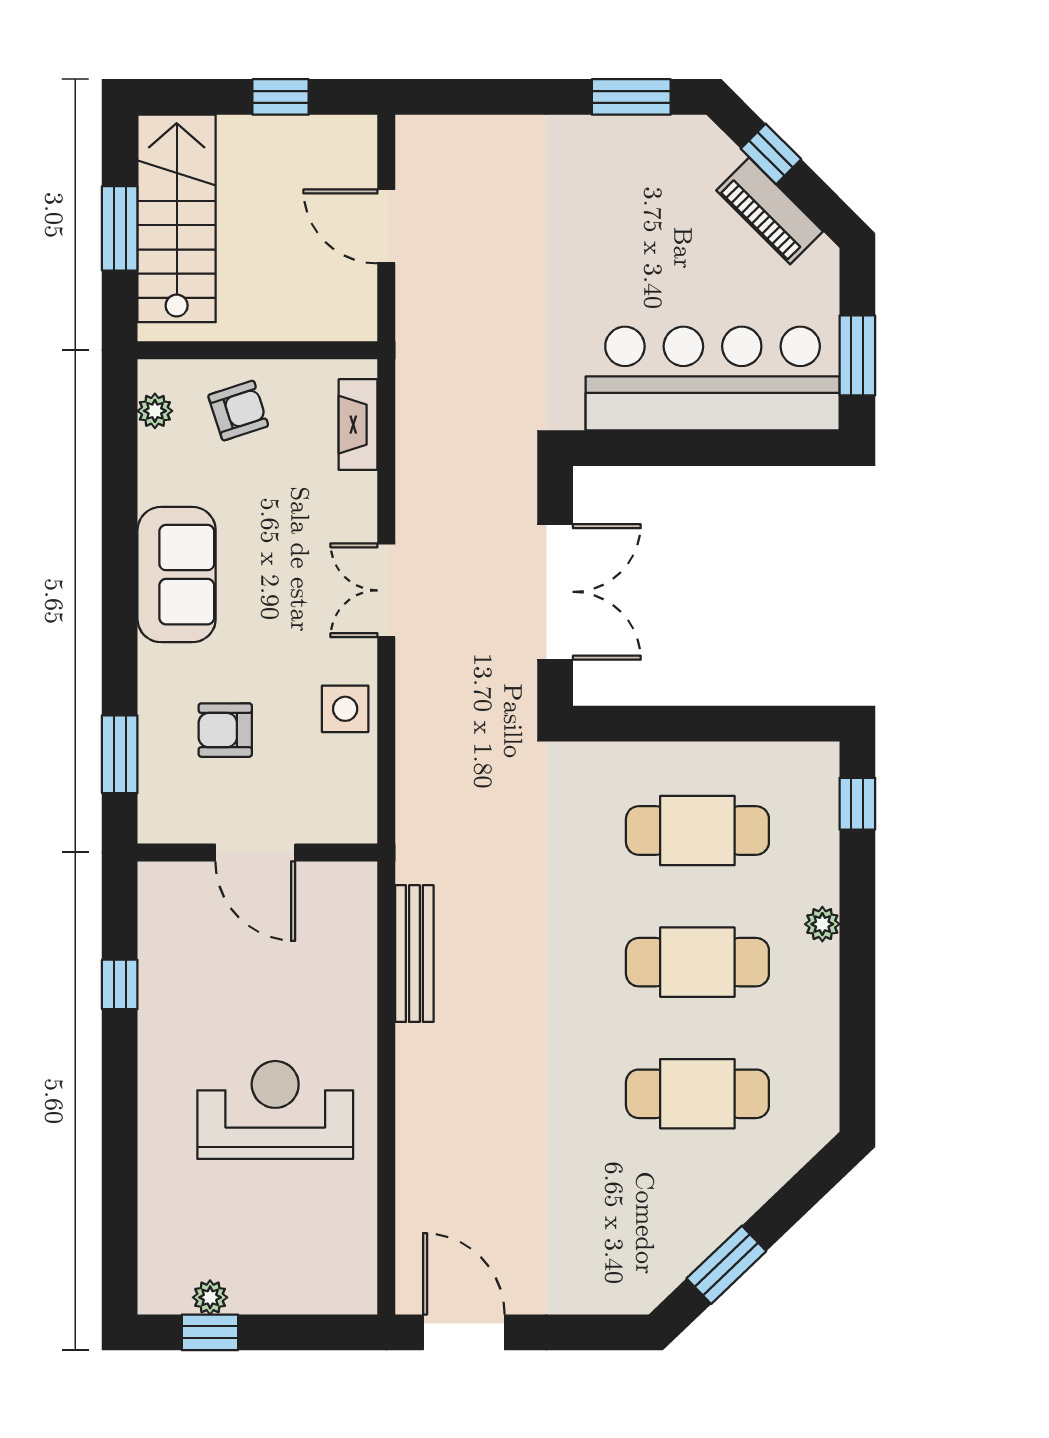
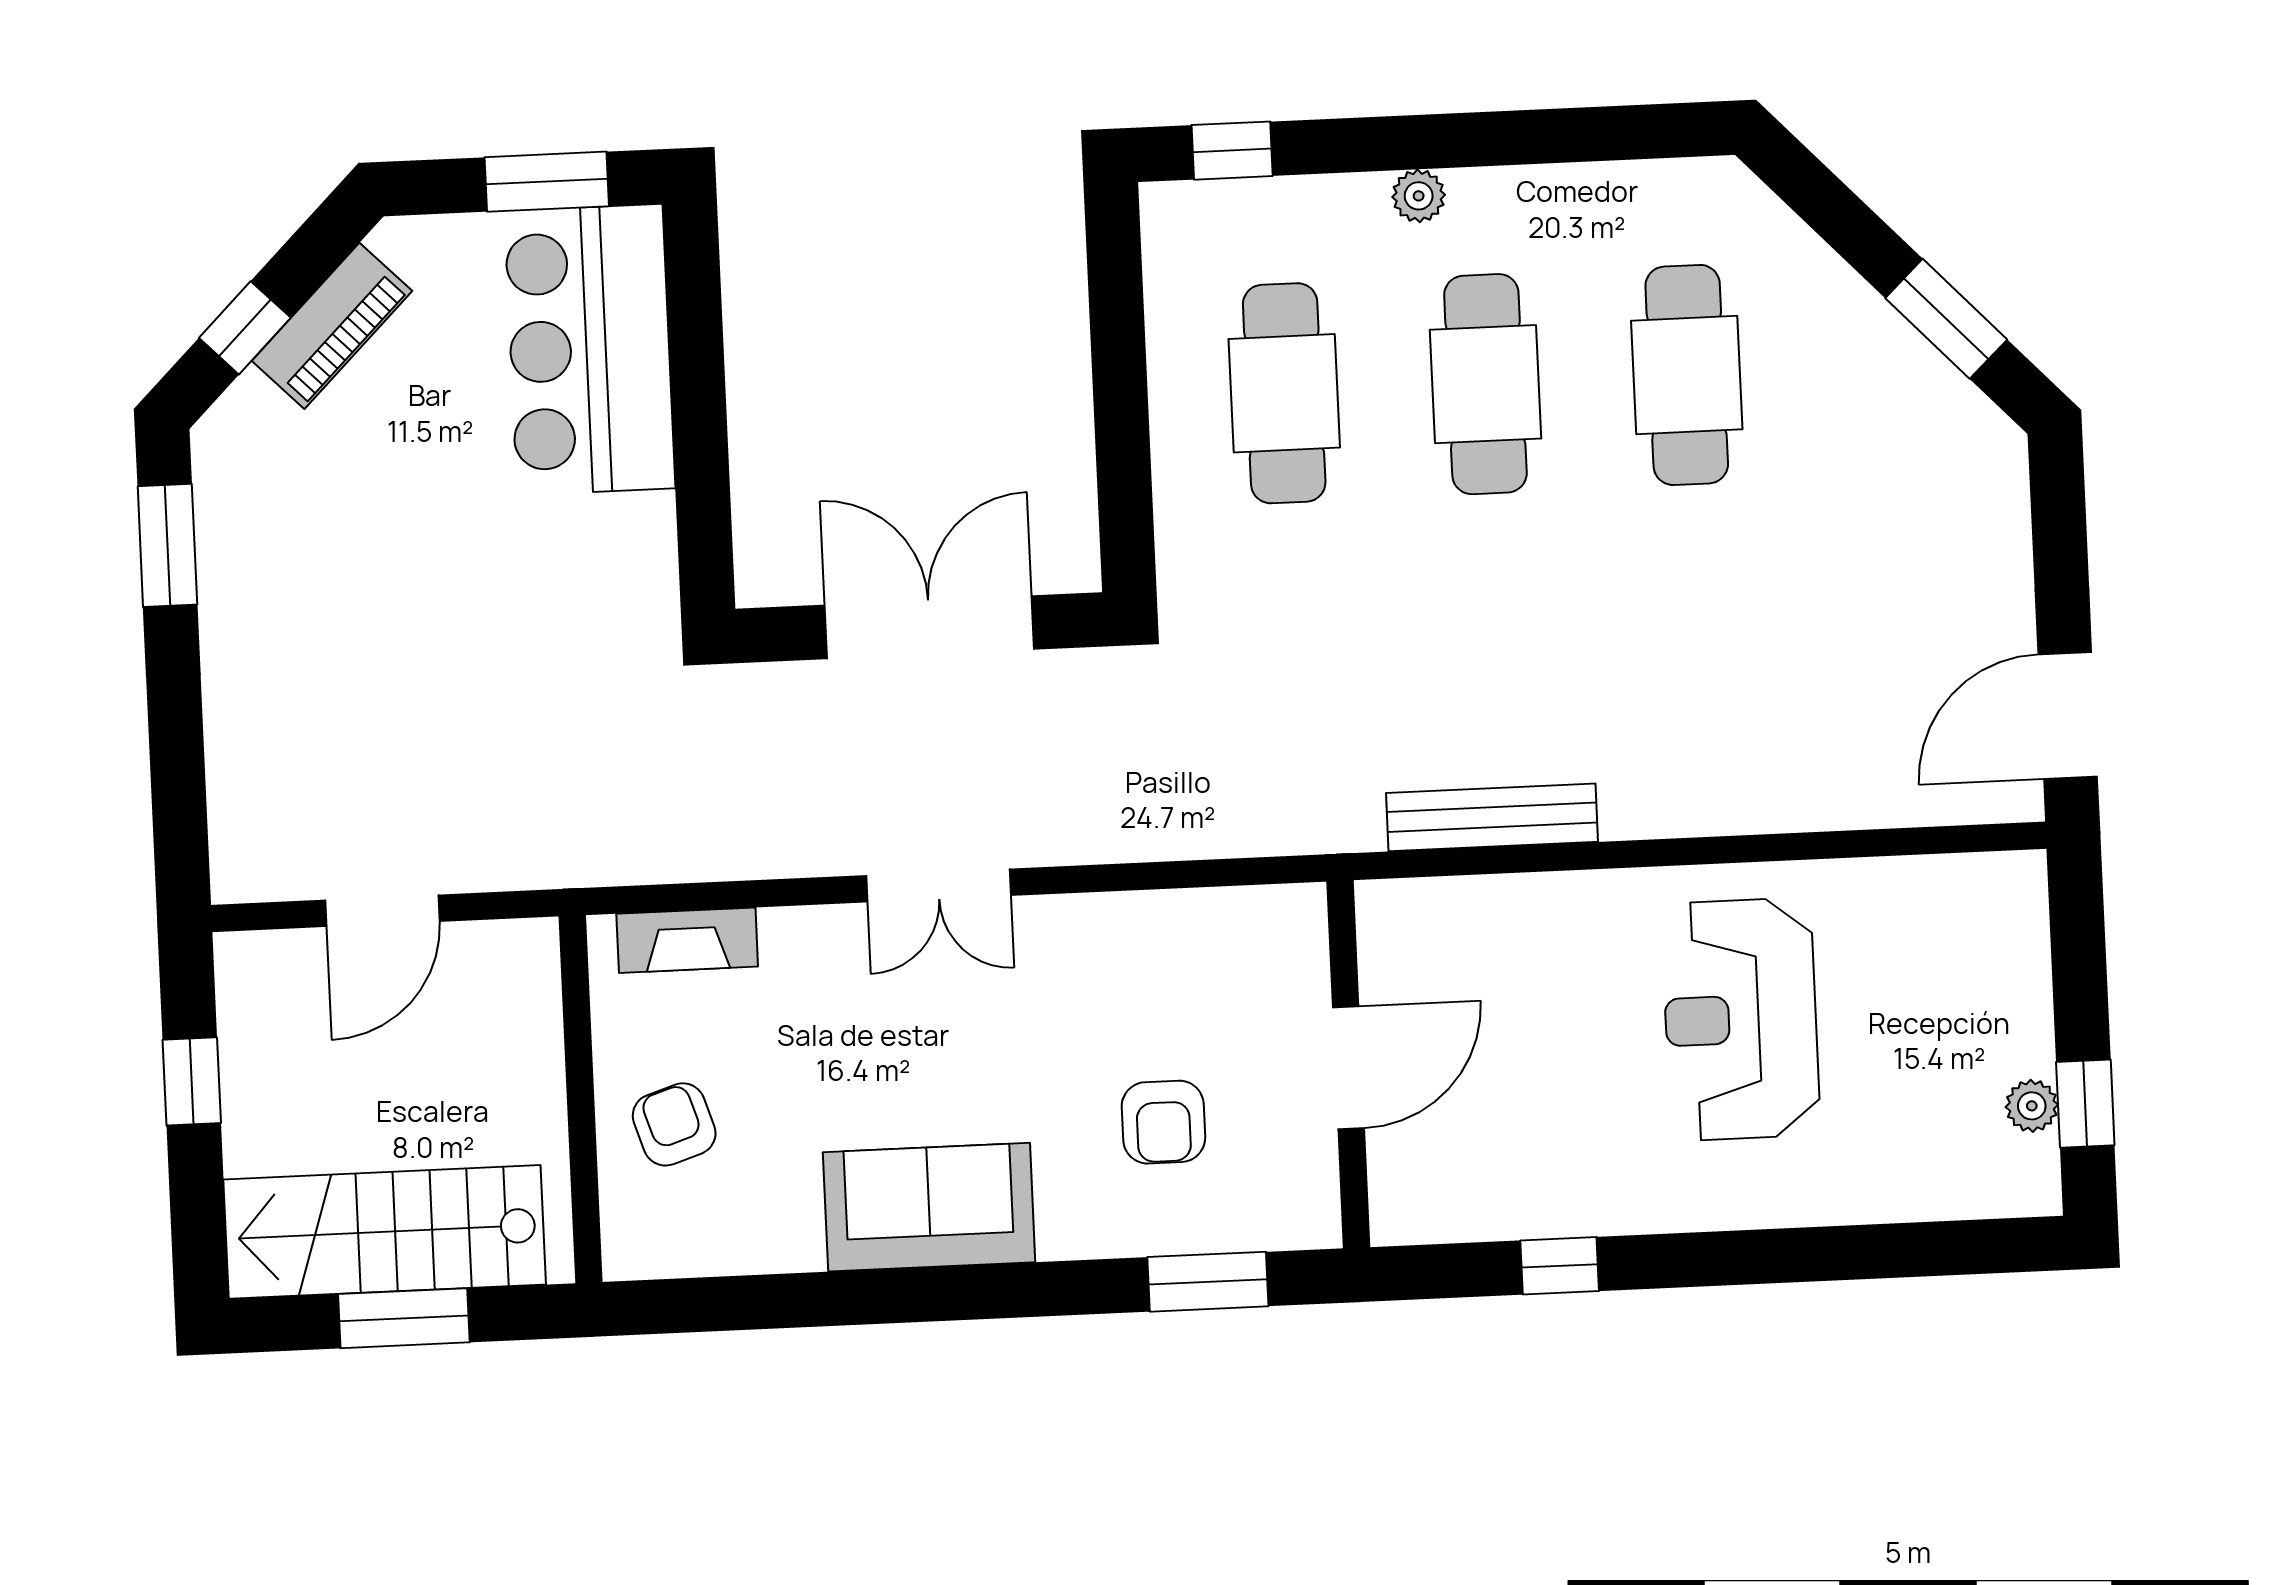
bar counter: (713, 379) -> (590, 350), width x0.73
plant: (155, 411) -> (680, 1252), removed
side table: (345, 709) -> (1123, 940), removed

